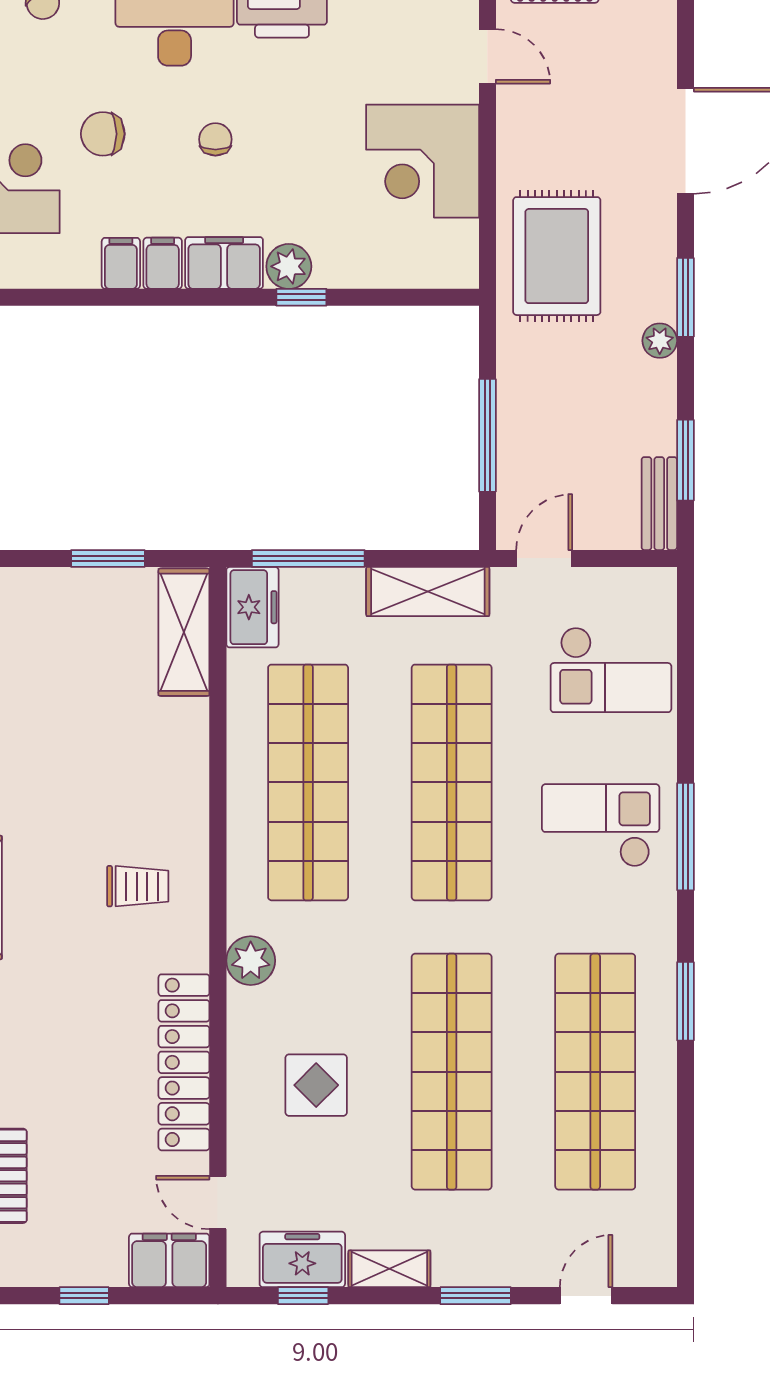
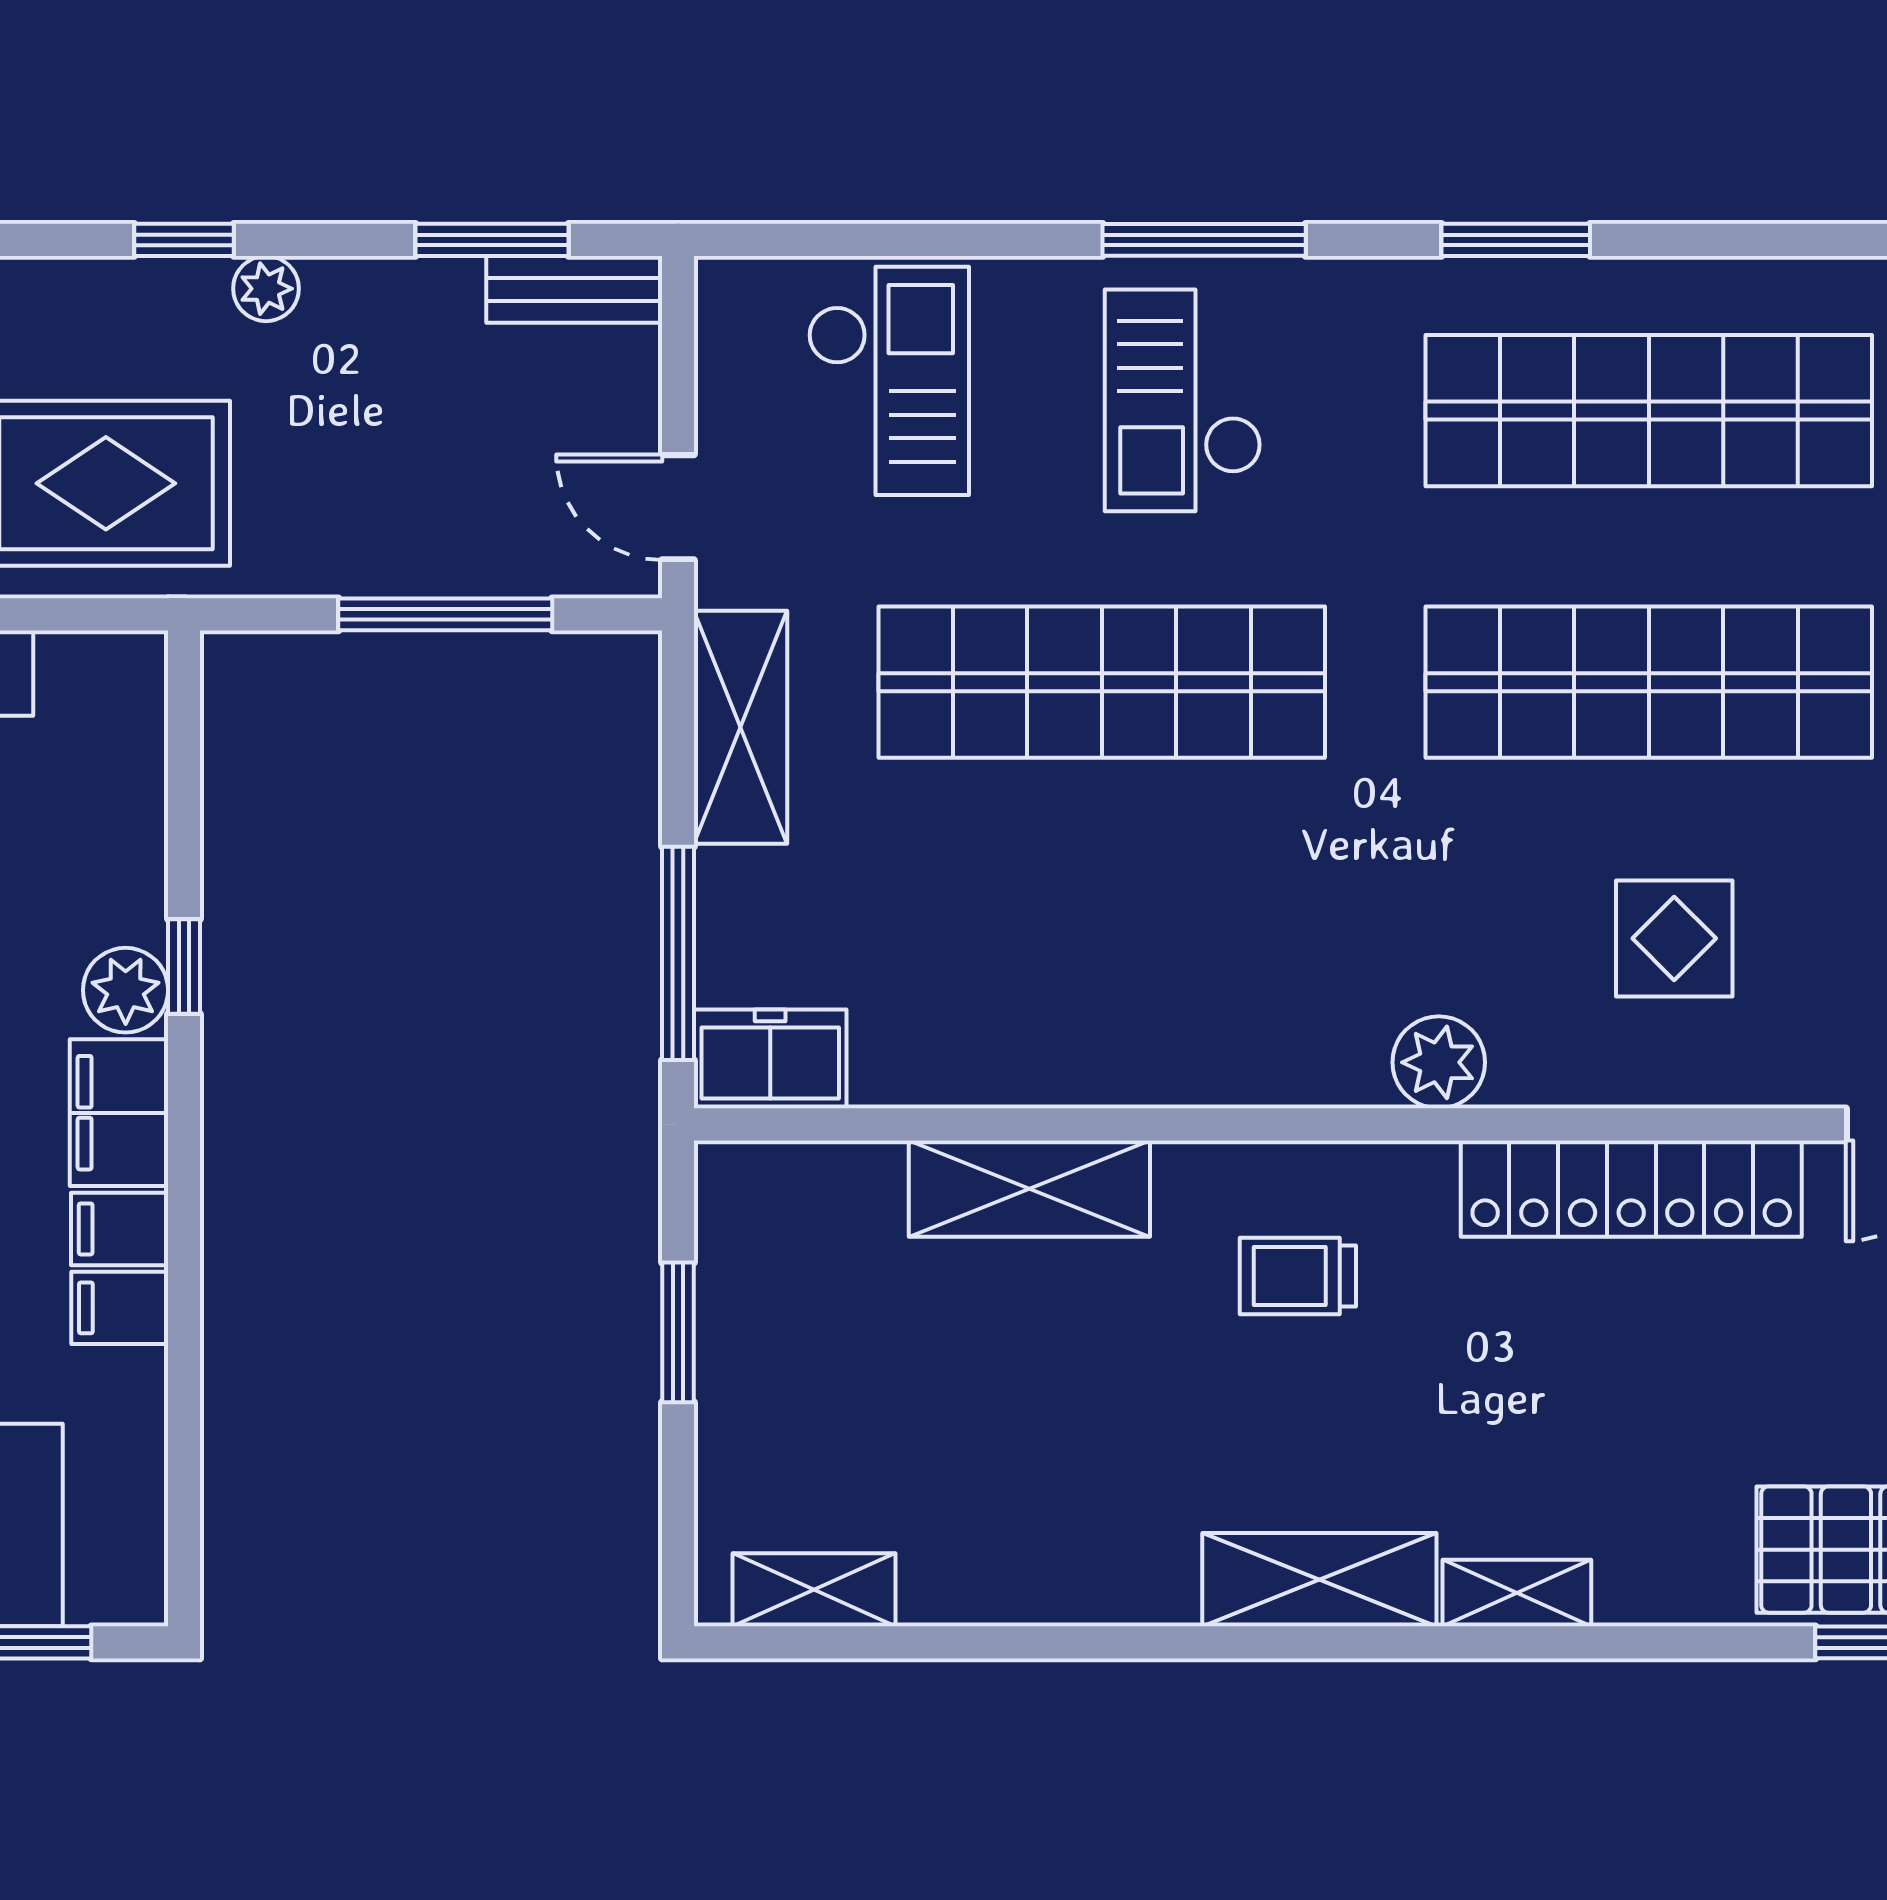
window: (685, 297) -> (184, 240), width x0.67
shelving: (184, 632) -> (1029, 1189), moved
shop shelf: (308, 782) -> (1102, 954), removed
trolley: (138, 886) -> (1298, 1276), turned -90

